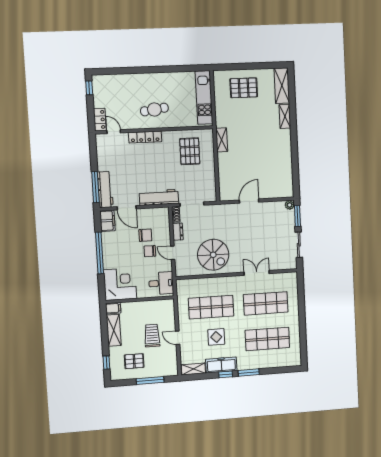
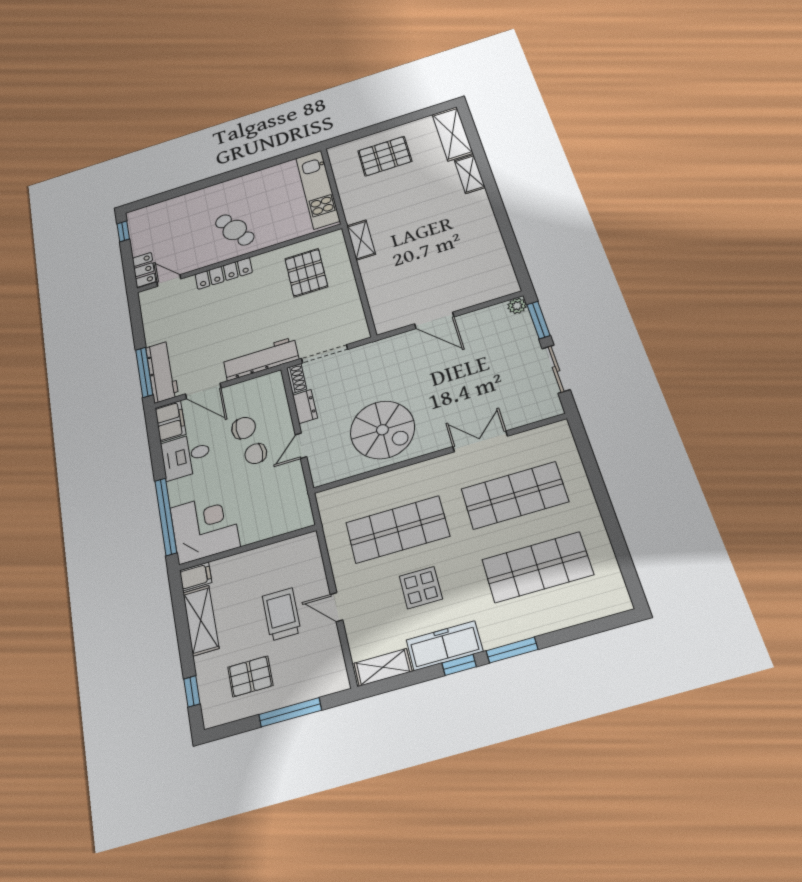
cafe table: (154, 110) -> (235, 230), turned 66
door: (249, 201) -> (434, 320), swing flipped
window: (100, 253) -> (166, 516), moved
door: (173, 253) -> (301, 446), hinge flipped
desk: (161, 283) -> (186, 456), moved, turned 180

